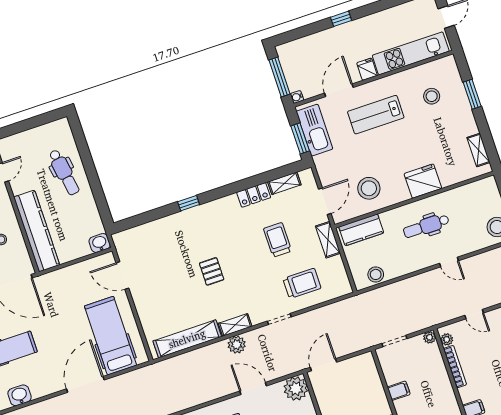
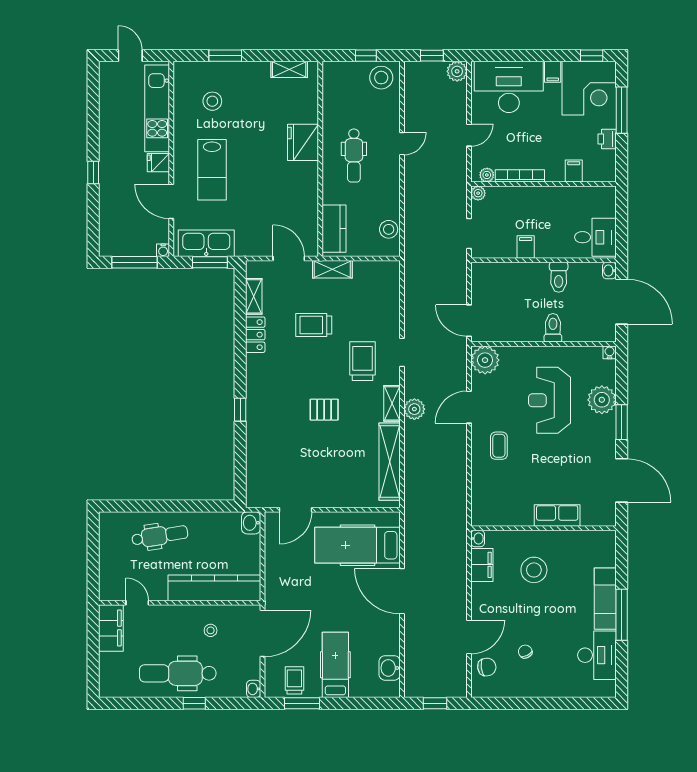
stool: (369, 188) -> (291, 205), removed
trolley: (302, 283) -> (363, 361), moved

